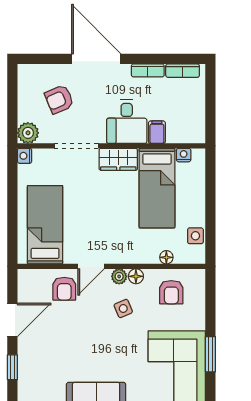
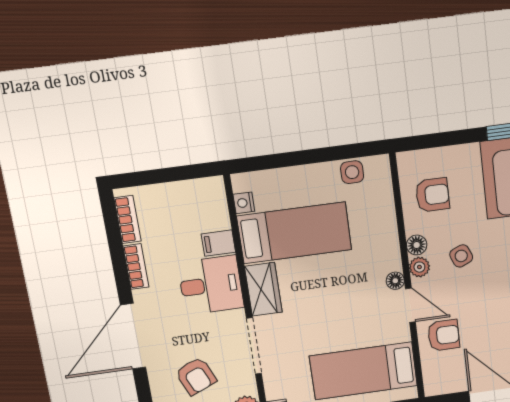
floor lamp: (166, 257) -> (395, 281), moved

